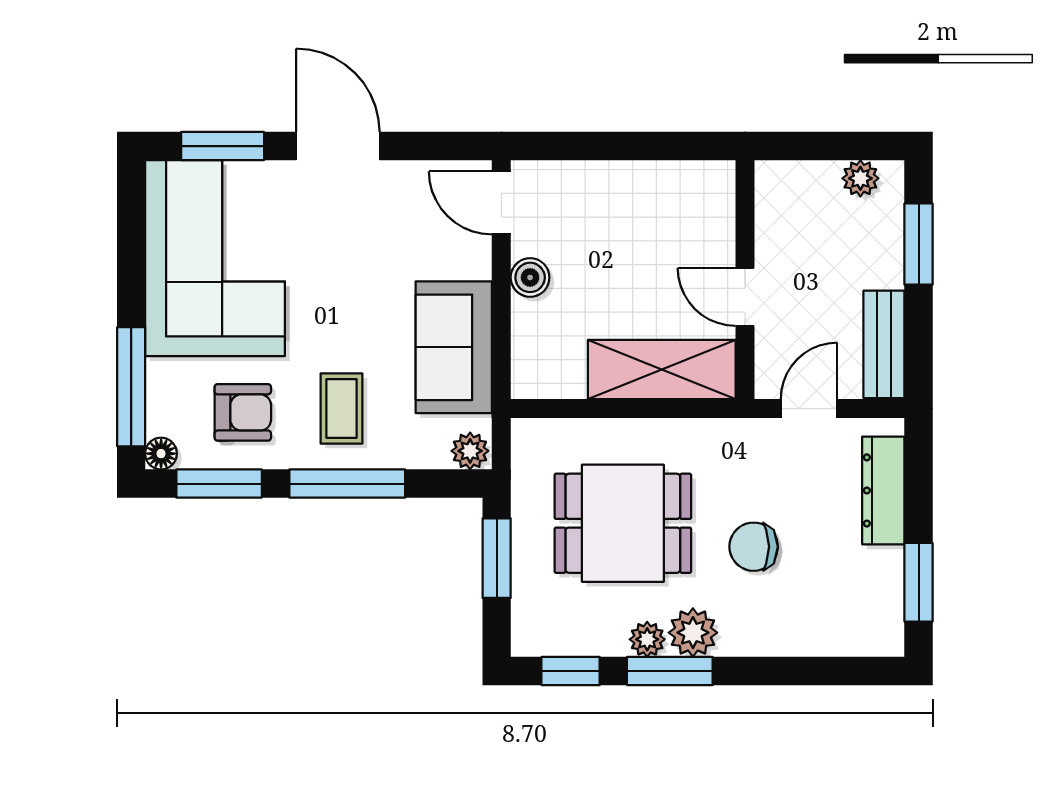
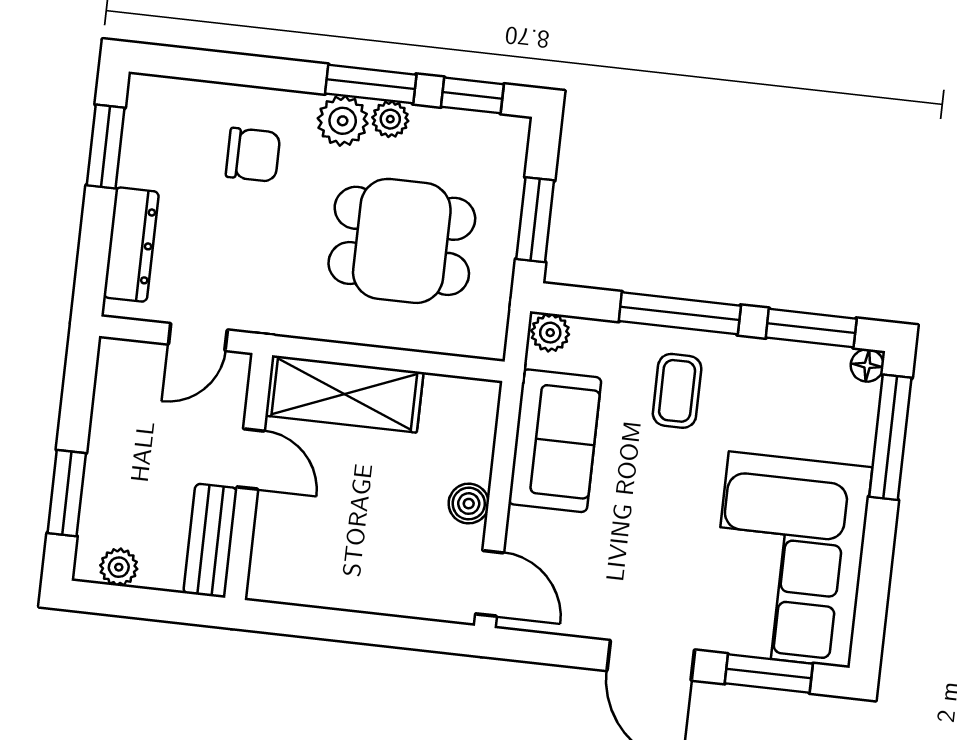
bench: (884, 344) -> (210, 541), moved
armchair: (243, 412) -> (779, 398), removed
chair: (754, 547) -> (253, 155), moved

